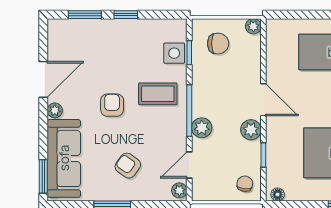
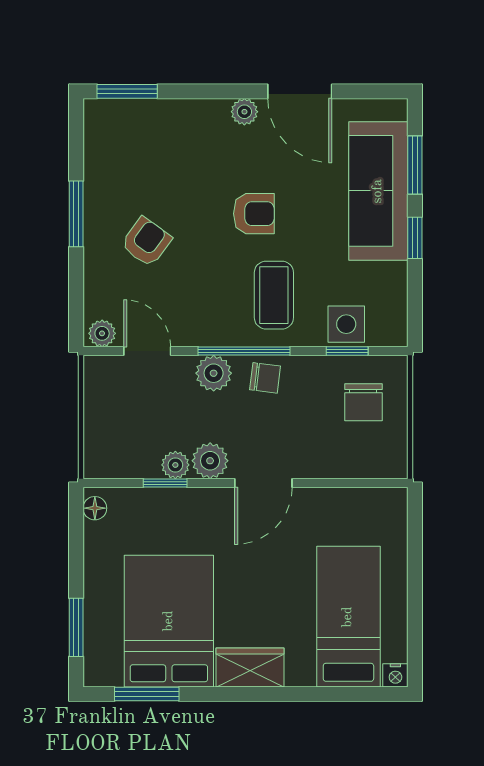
plant: (253, 26) -> (175, 465), moved
sofa: (64, 158) -> (378, 191), moved, turned 90
chair: (245, 184) -> (265, 378), moved

